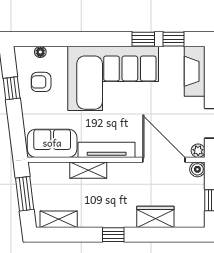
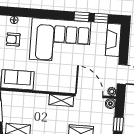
tv unit: (107, 150) -> (52, 87), removed
shelving: (88, 170) -> (61, 100), moved

